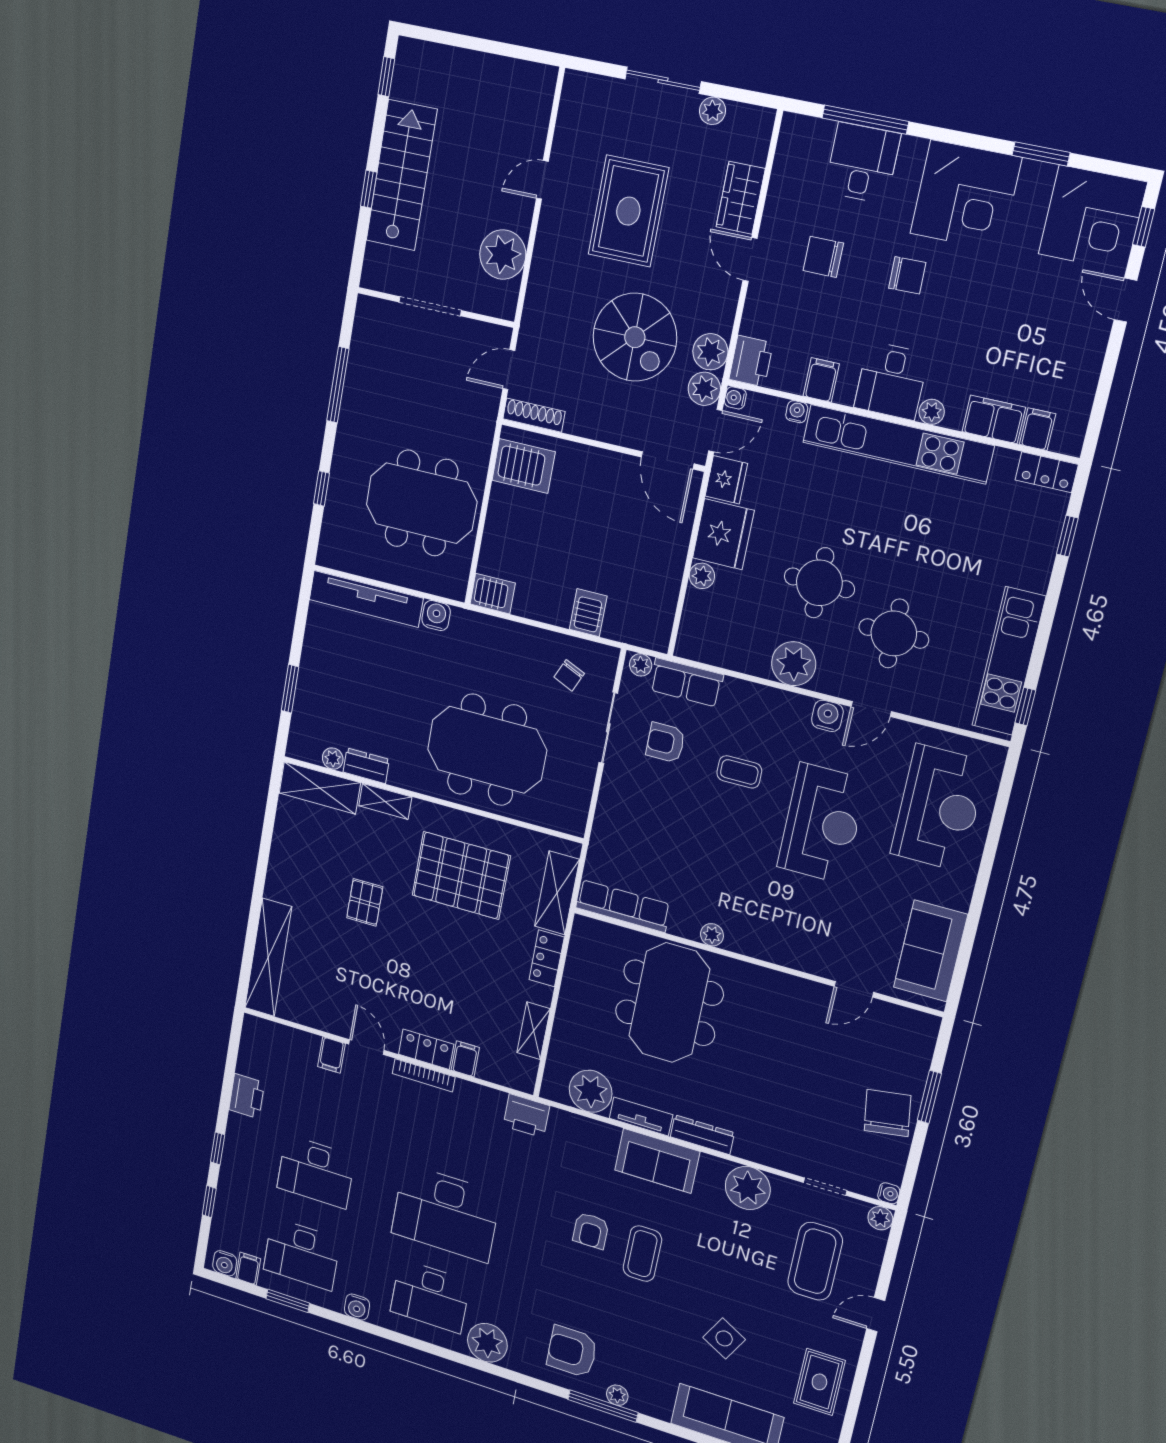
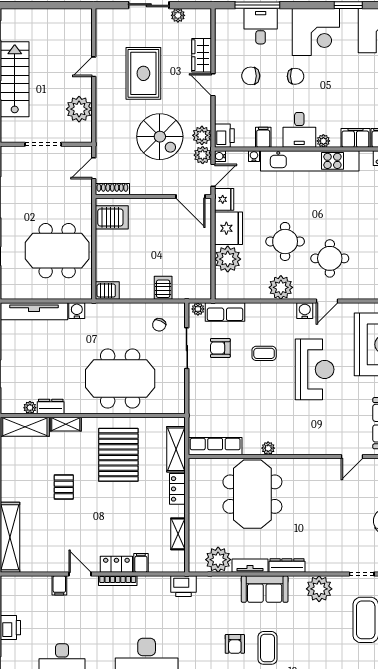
plant: (702, 576) -> (228, 259), width x1.88, depth x1.88
pallet: (461, 875) -> (118, 455), turned 90

